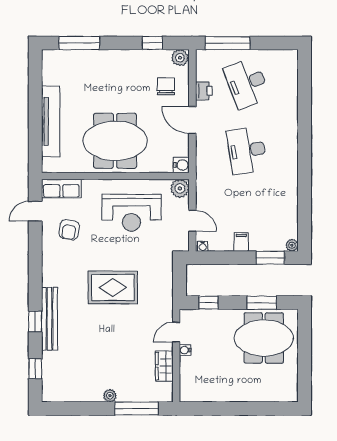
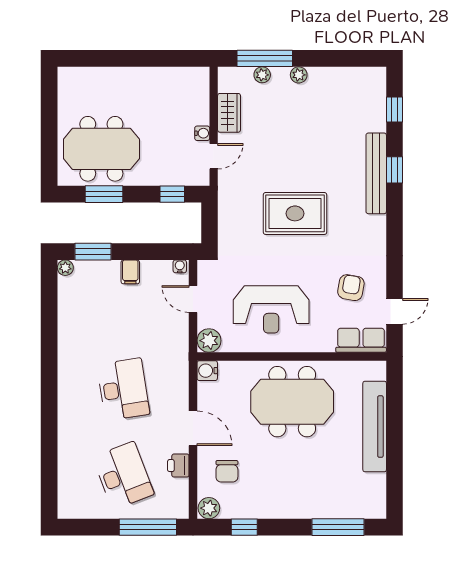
reception desk: (131, 213) -> (271, 309), turned 180
plant: (138, 396) -> (262, 75), added

